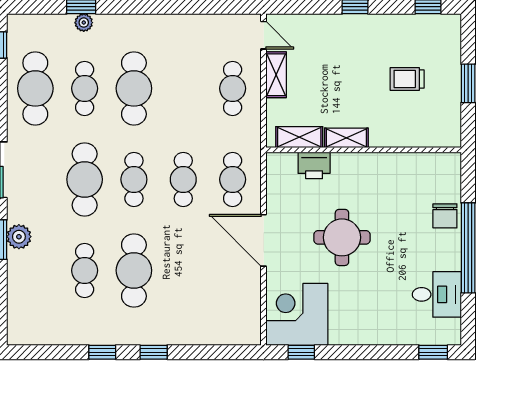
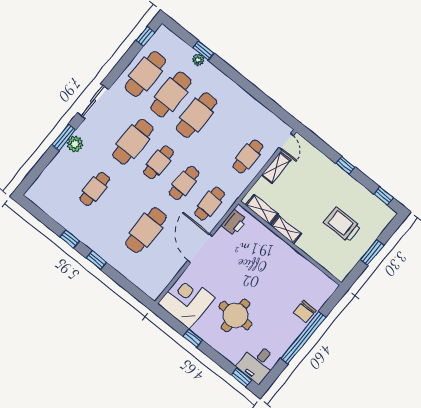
trolley: (407, 79) -> (342, 225), width x1.36, depth x1.39
cafe table: (85, 88) -> (171, 94), width x1.37, depth x1.35
printer: (314, 165) -> (234, 223), moved, turned -90
round table: (342, 237) -> (235, 315), moved
cafe table: (134, 270) -> (146, 230), moved
desk: (437, 294) -> (257, 363), moved, turned 90
window: (301, 352) -> (193, 338), moved

